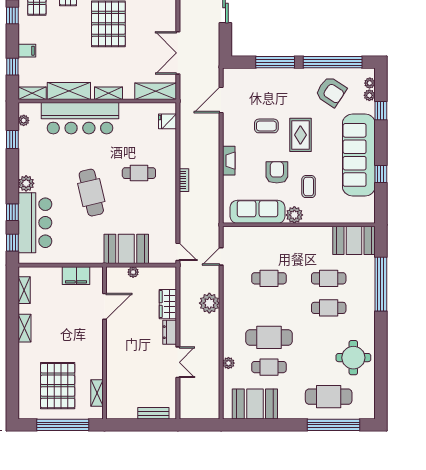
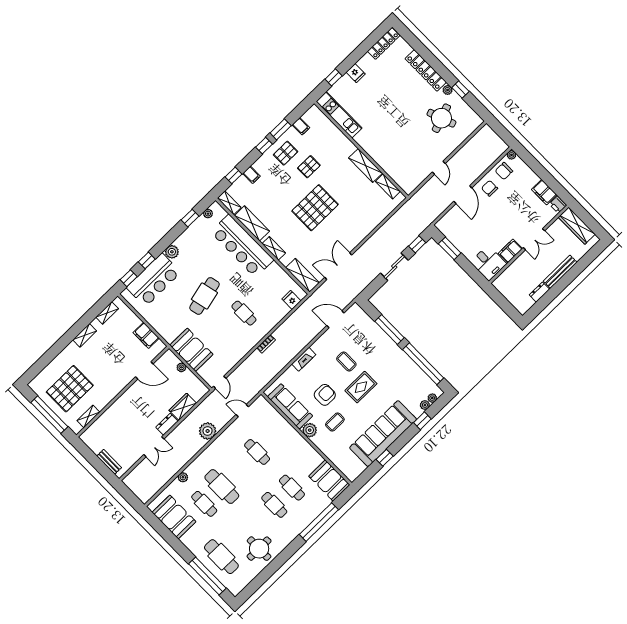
armchair: (331, 92) -> (405, 380), removed

